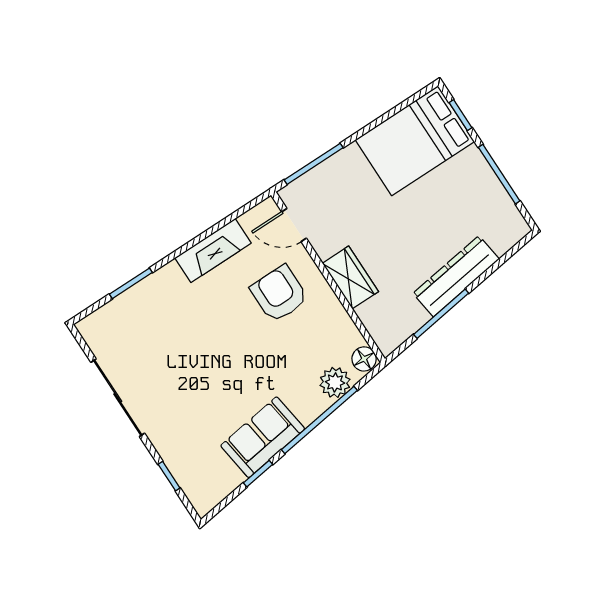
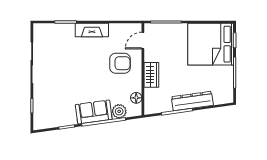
bed: (415, 141) -> (211, 44), width x1.36
door: (294, 225) -> (143, 41), hinge flipped
fireplace: (213, 251) -> (92, 30), moved
armchair: (279, 294) -> (120, 63), turned 90
floor lamp: (364, 359) -> (136, 98), moved
sofa: (263, 437) -> (94, 112), moved

